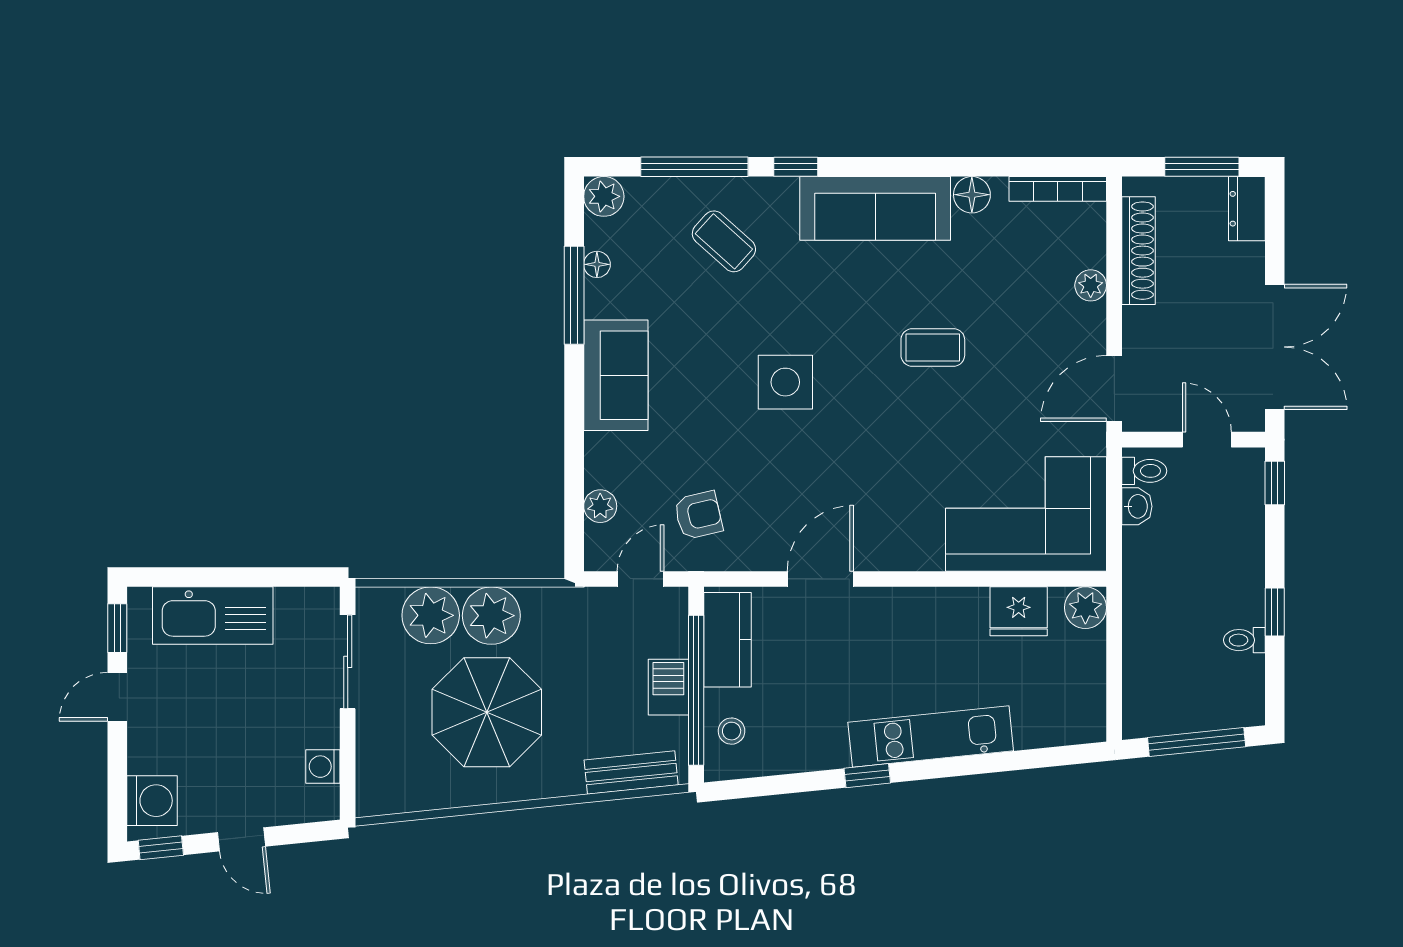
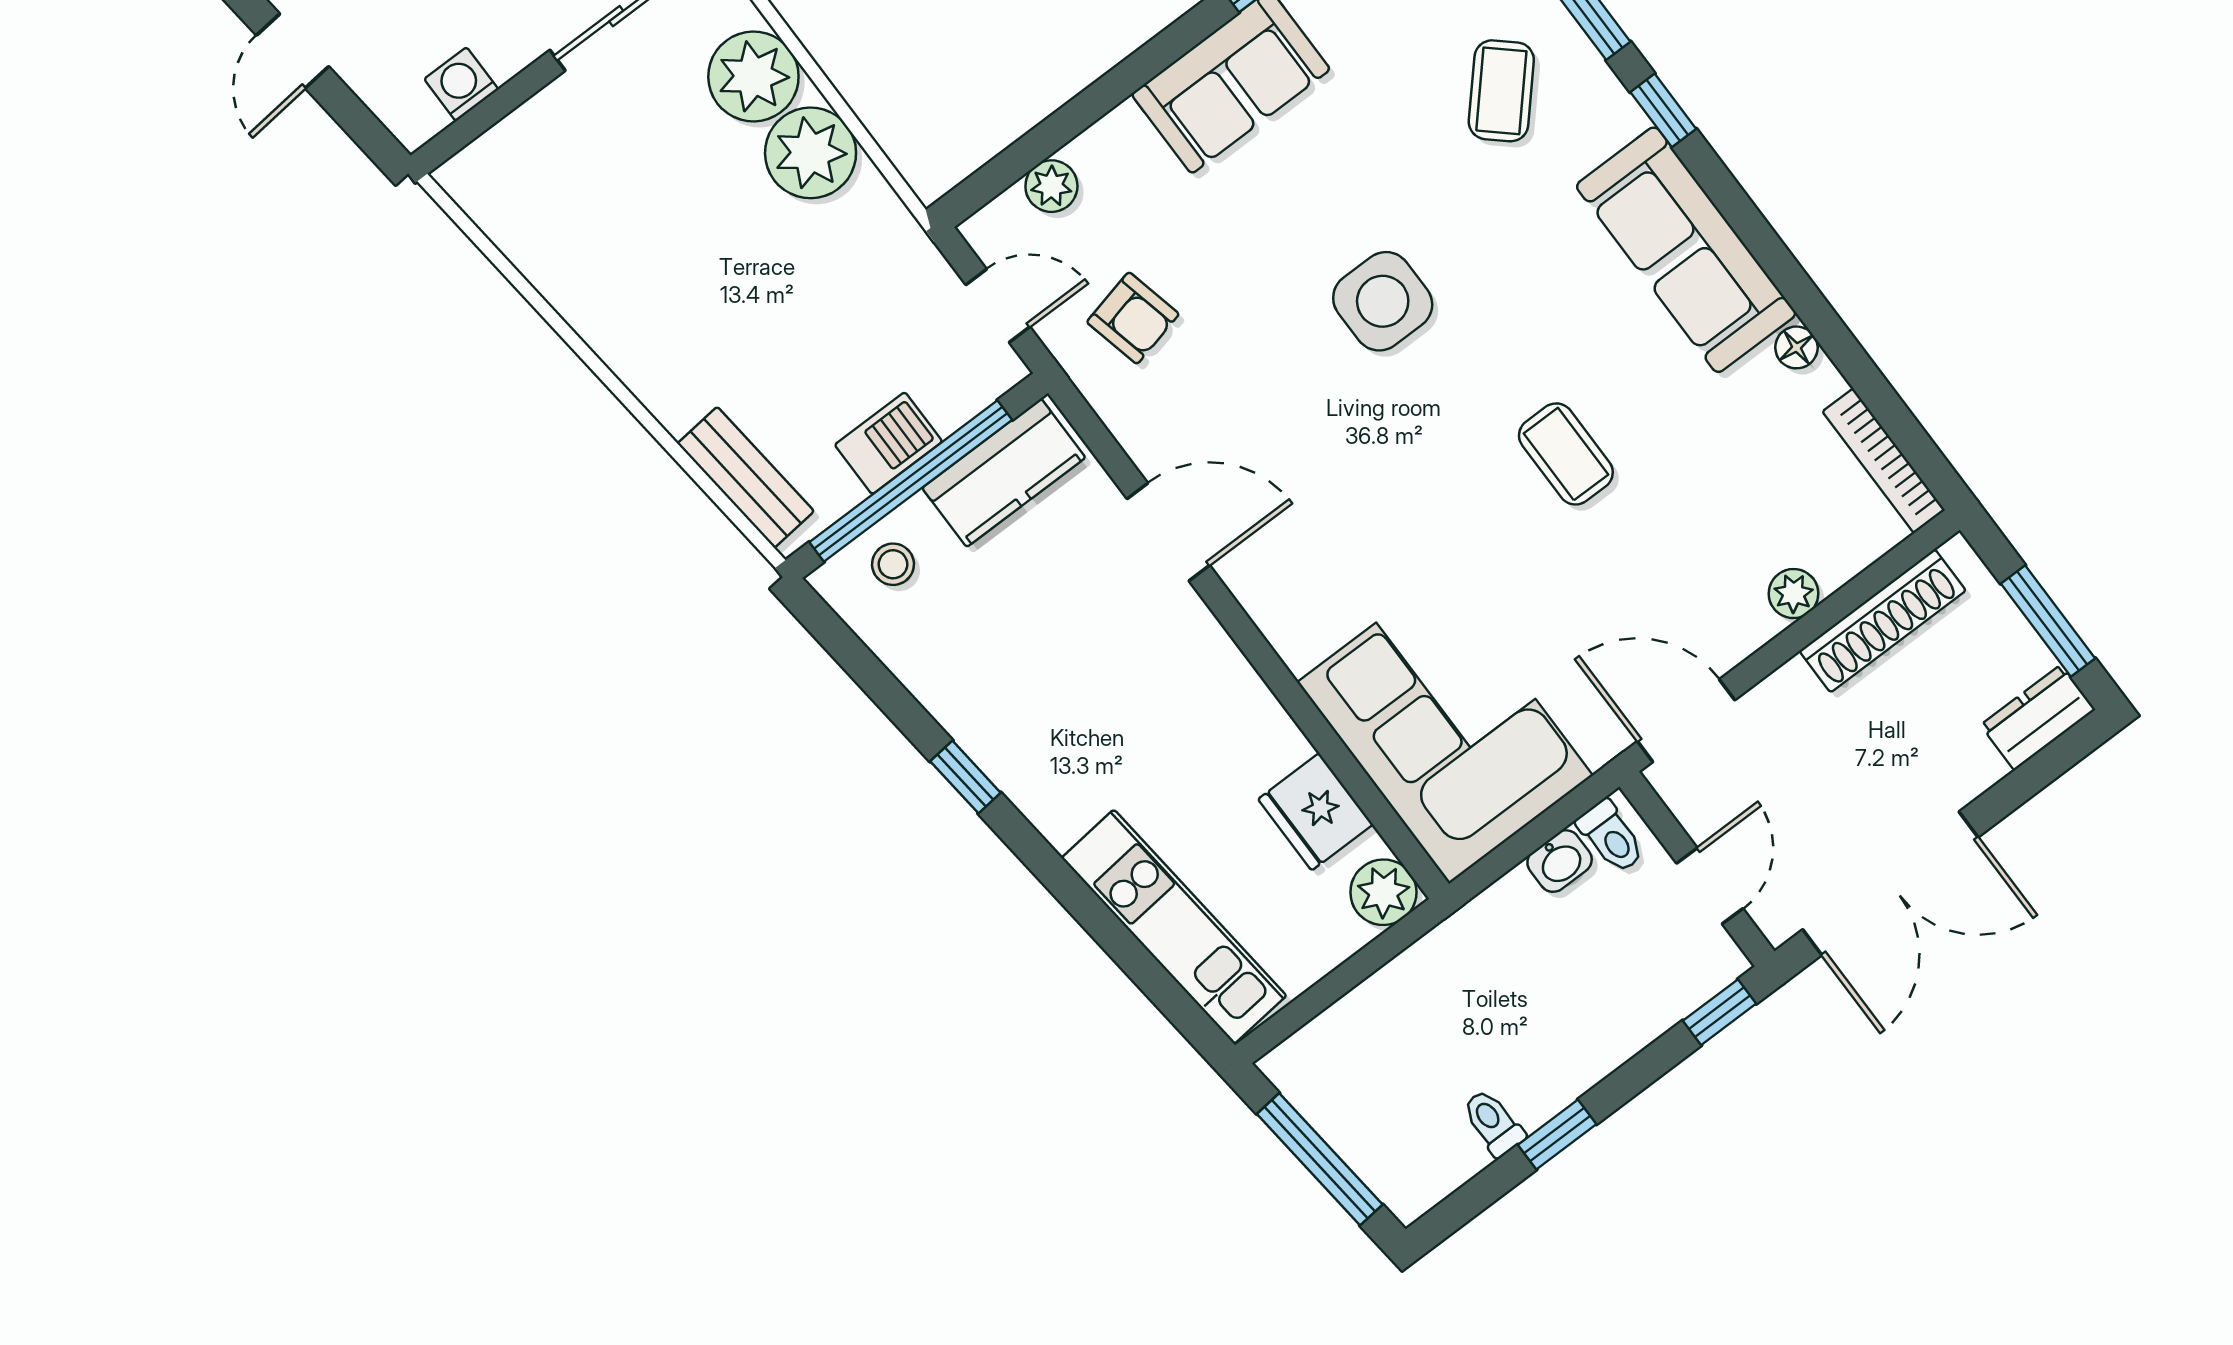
floor lamp: (972, 195) -> (1796, 347), width x0.73, depth x0.73
parasol: (487, 712) -> (685, 239), removed
kitchen unit: (931, 737) -> (1174, 927), moved

